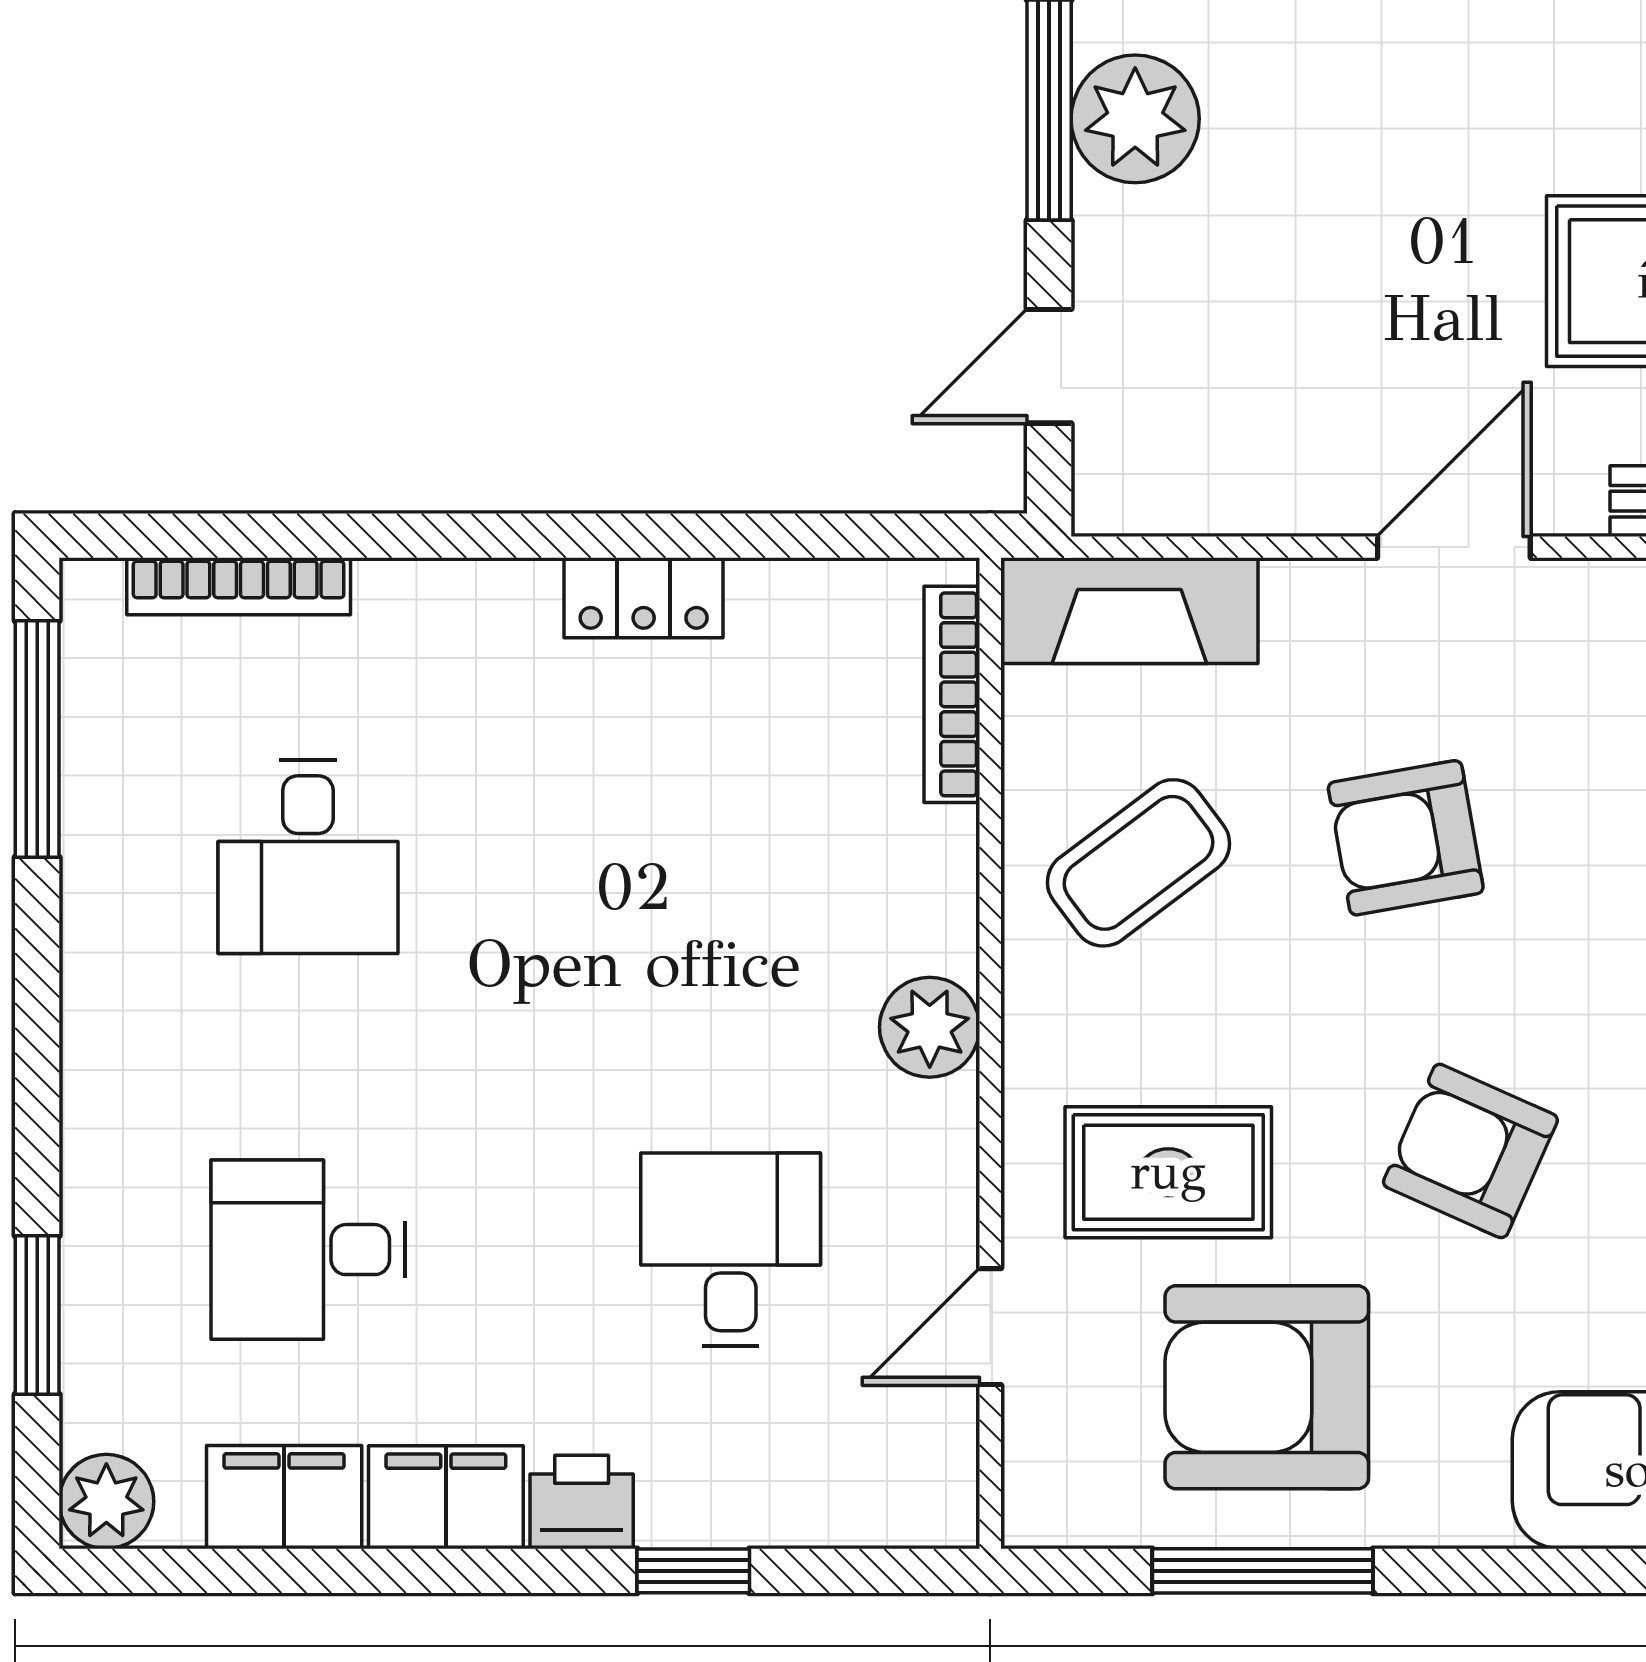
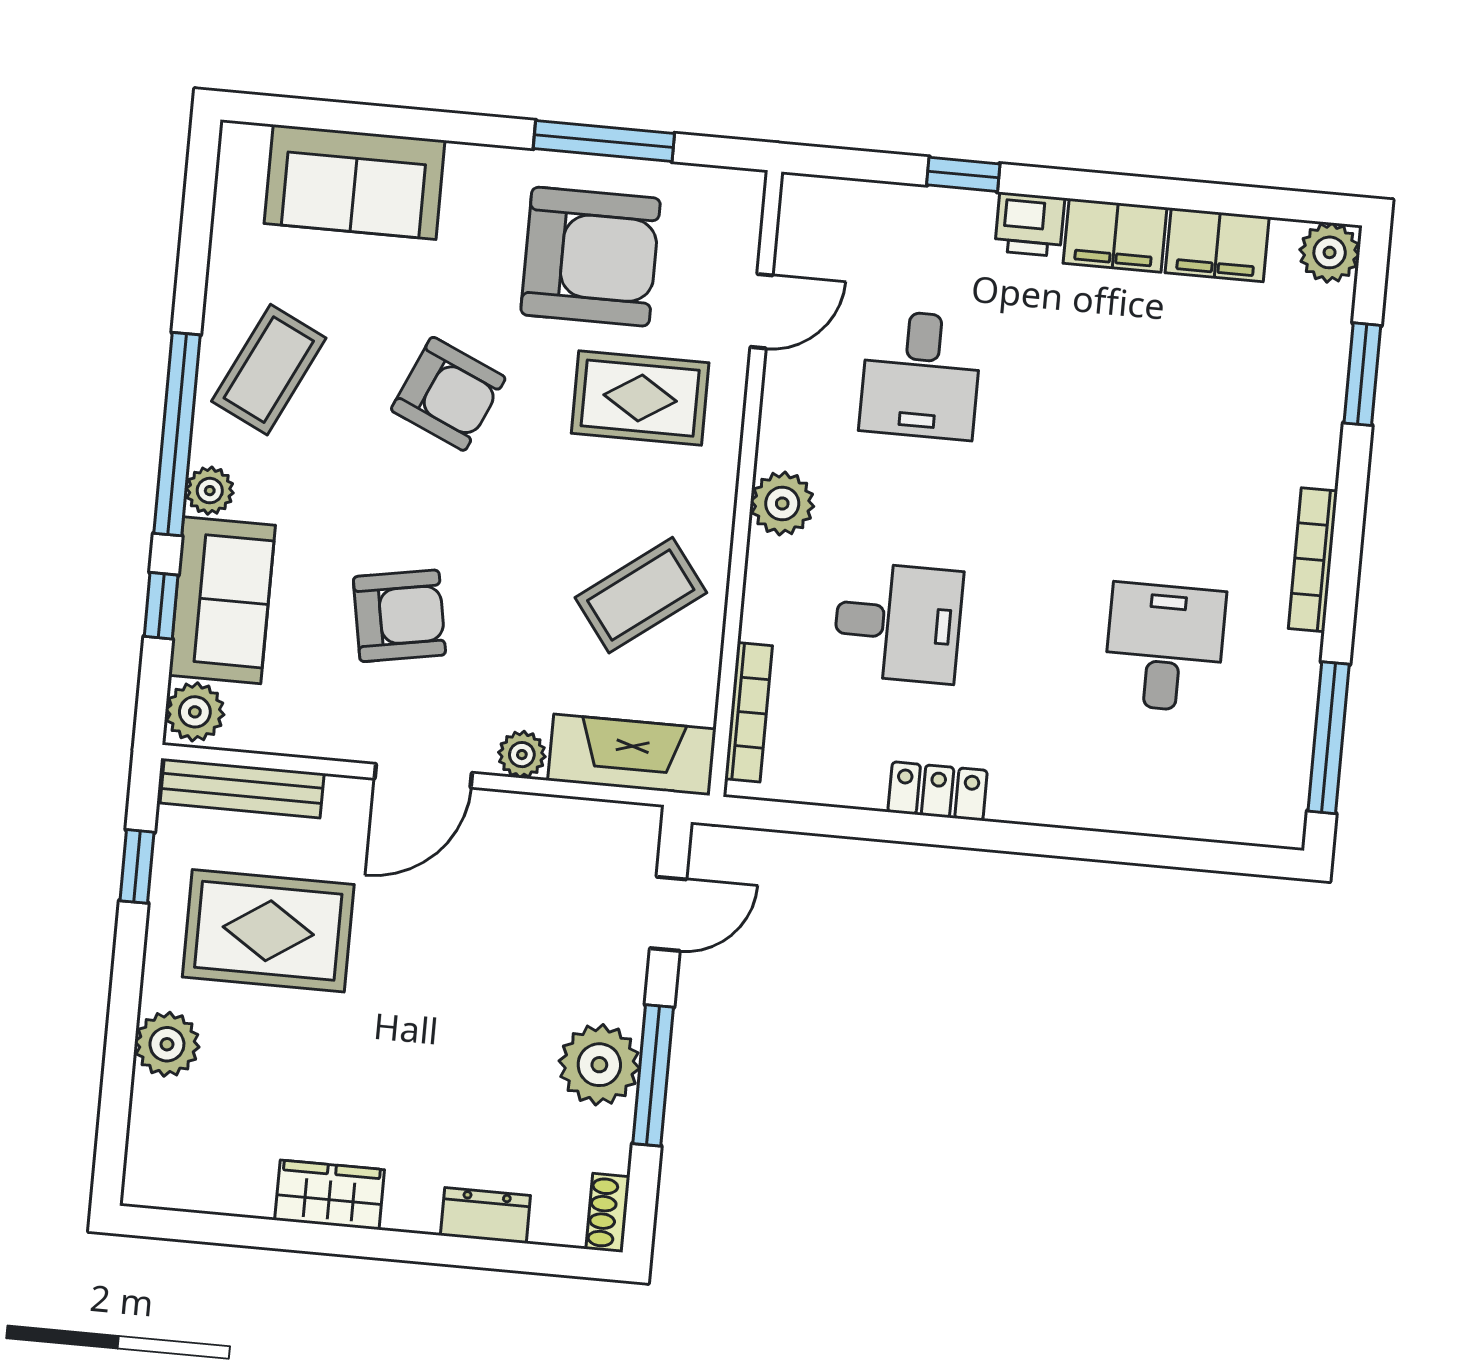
bookcase: (239, 586) -> (1313, 560), moved, turned -90
plant: (1302, 595) -> (522, 755), added
armchair: (1406, 838) -> (399, 616), moved
desk: (308, 1250) -> (898, 623), moved

